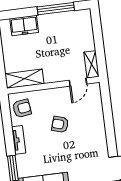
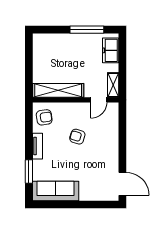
freezer: (24, 25) -> (111, 50), moved, turned 90
shelving: (24, 79) -> (58, 90), width x1.47

